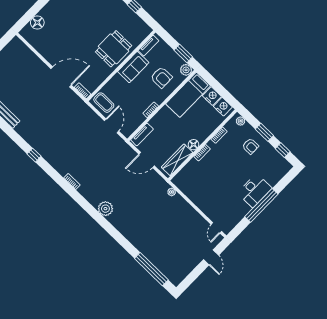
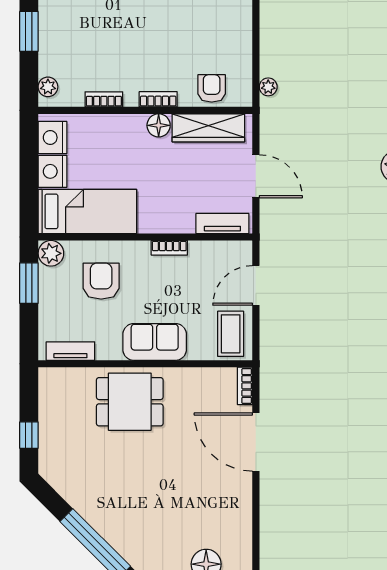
sofa: (133, 67) -> (155, 342), moved
armchair: (250, 146) -> (212, 88), moved

